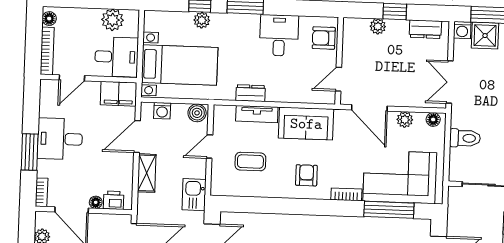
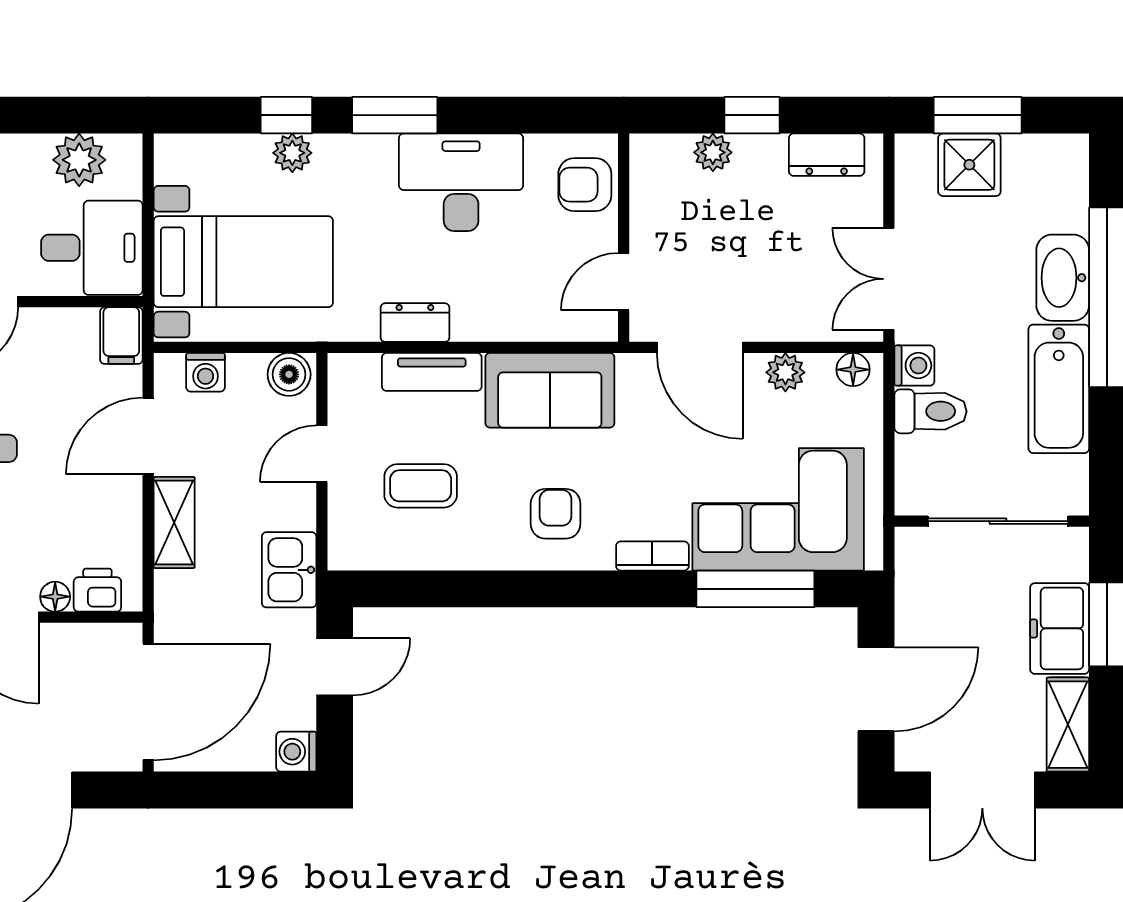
washing machine: (462, 30) -> (914, 366), moved, turned -90
desk: (279, 35) -> (461, 182), width x1.37
filing cabinet: (119, 94) -> (121, 336), width x0.50

